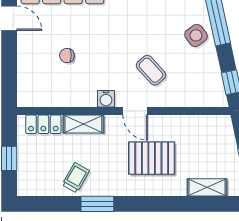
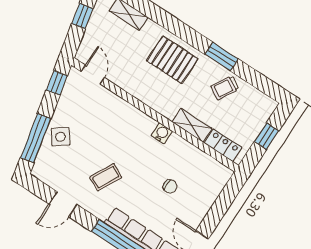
coffee table: (151, 70) -> (106, 177), moved, turned 69
door: (135, 111) -> (93, 75), moved
pallet: (152, 158) -> (172, 60), moved

